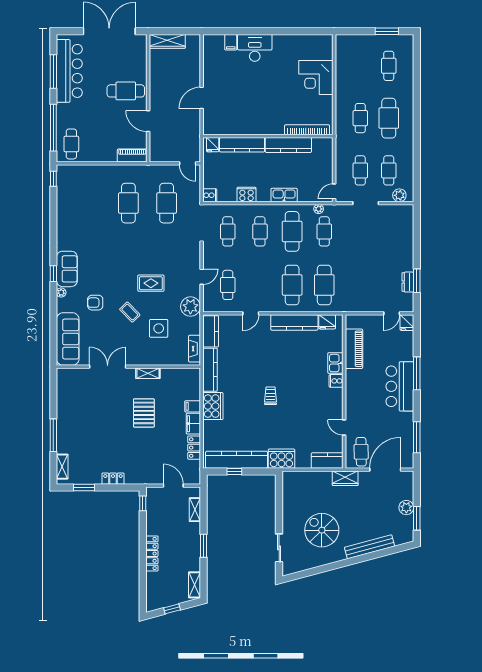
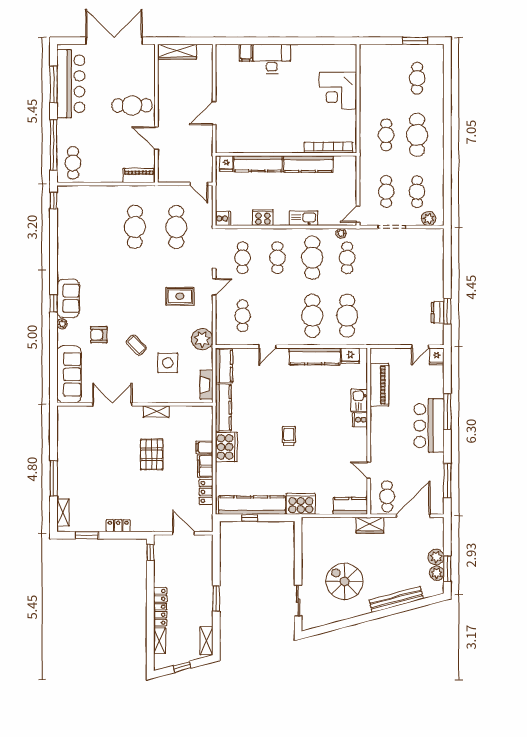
door: (202, 277) -> (214, 287), moved
rug: (151, 283) -> (180, 296), moved
shelving: (195, 510) -> (160, 641), moved
plant: (407, 522) -> (437, 573), added

